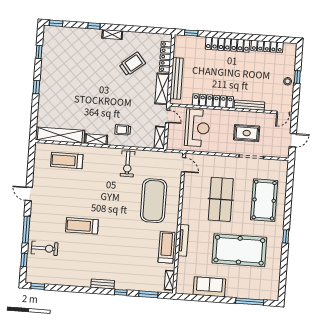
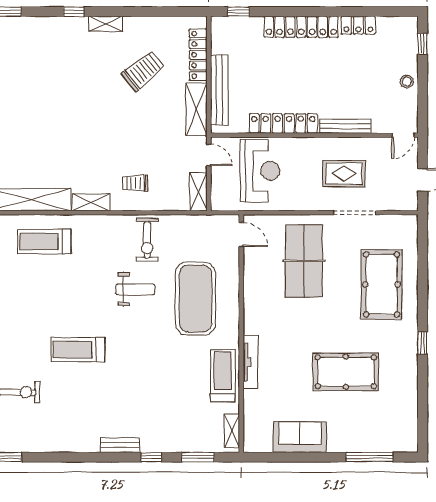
locker: (267, 46) -> (358, 25), width x0.66
window: (297, 77) -> (423, 44), moved
weight bench: (119, 193) -> (135, 289), added
table tennis table: (221, 199) -> (304, 261), moved
pool table: (239, 250) -> (346, 372), width x0.73, depth x0.76

